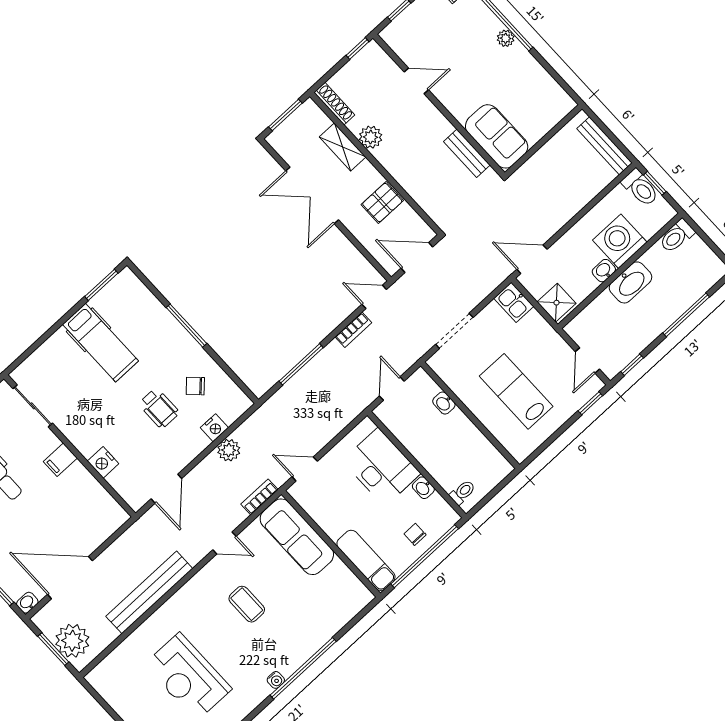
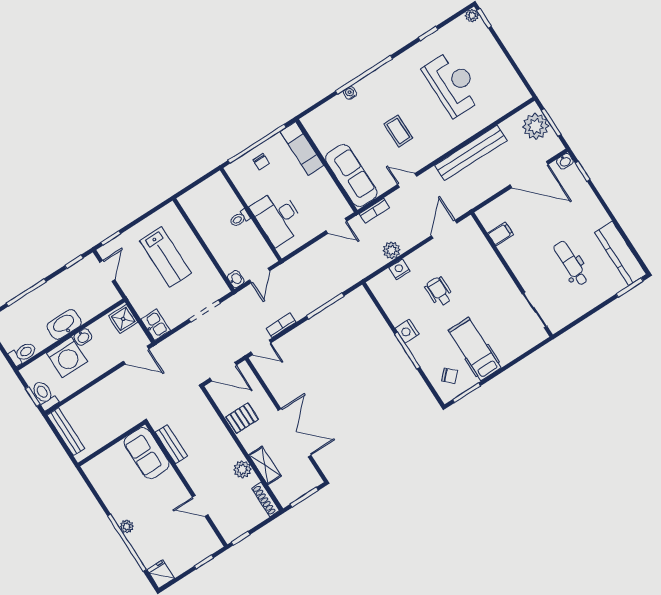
chair: (195, 386) -> (450, 376), moved
washbasin: (444, 403) -> (236, 279), moved
filing cabinet: (60, 460) -> (501, 234), moved
nightstand: (103, 462) -> (407, 331), moved, turned 180
washbasin: (423, 488) -> (249, 196), removed
toilet: (463, 492) -> (240, 218), moved
water cooler: (276, 680) -> (350, 93), moved

